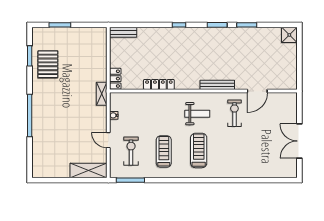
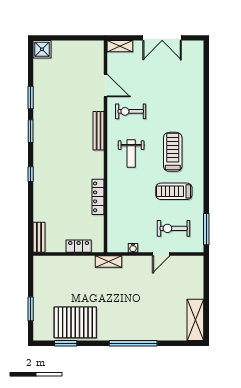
pallet: (48, 64) -> (75, 322), width x1.37, depth x1.41
locker: (115, 79) -> (79, 246), moved
shelving: (292, 104) -> (120, 46), added
weight bench: (197, 114) -> (131, 153), turned 180
treadmill: (199, 150) -> (173, 152), turned 90
shelving: (89, 171) -> (195, 320), moved

